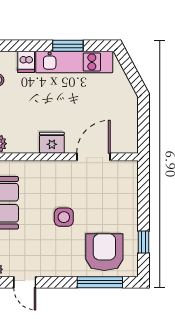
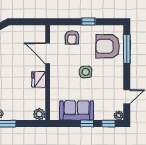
armchair: (118, 195) -> (72, 38), added
window: (143, 242) -> (88, 22), moved

